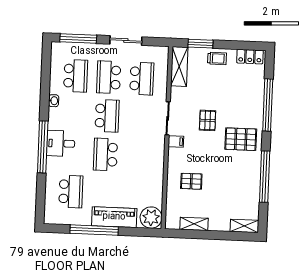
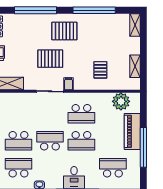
school desk: (142, 79) -> (81, 114), moved, turned 180
pallet: (208, 120) -> (50, 59), width x1.50, depth x1.42
pallet: (241, 139) -> (64, 31), turned 90
plant: (151, 218) -> (121, 101), moved

